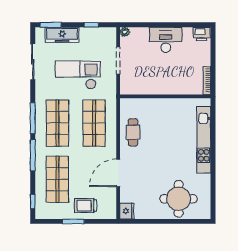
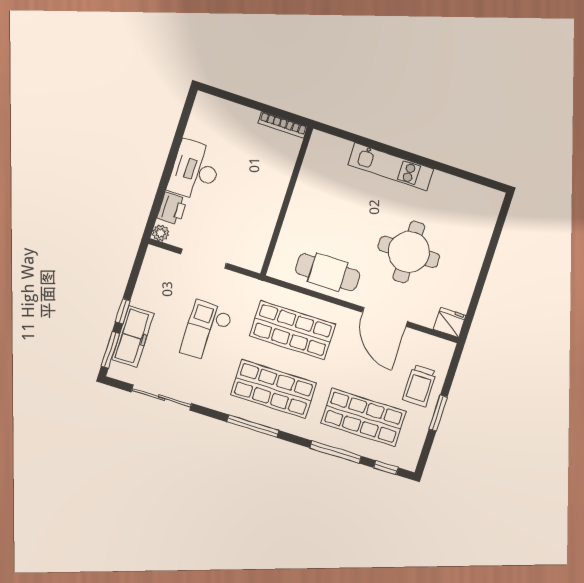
window: (91, 25) -> (123, 311), moved
printer: (202, 34) -> (172, 208), moved
checkout: (78, 75) -> (206, 332), width x0.73, depth x0.83
cafe table: (133, 132) -> (328, 272), width x1.37, depth x1.35
kitchen unit: (204, 140) -> (391, 167), width x0.73
window: (33, 155) -> (336, 452), moved
round table: (179, 199) -> (409, 252), moved

